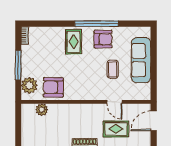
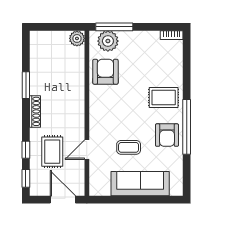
window: (18, 65) -> (114, 27), moved
plant: (42, 110) -> (77, 38), moved

